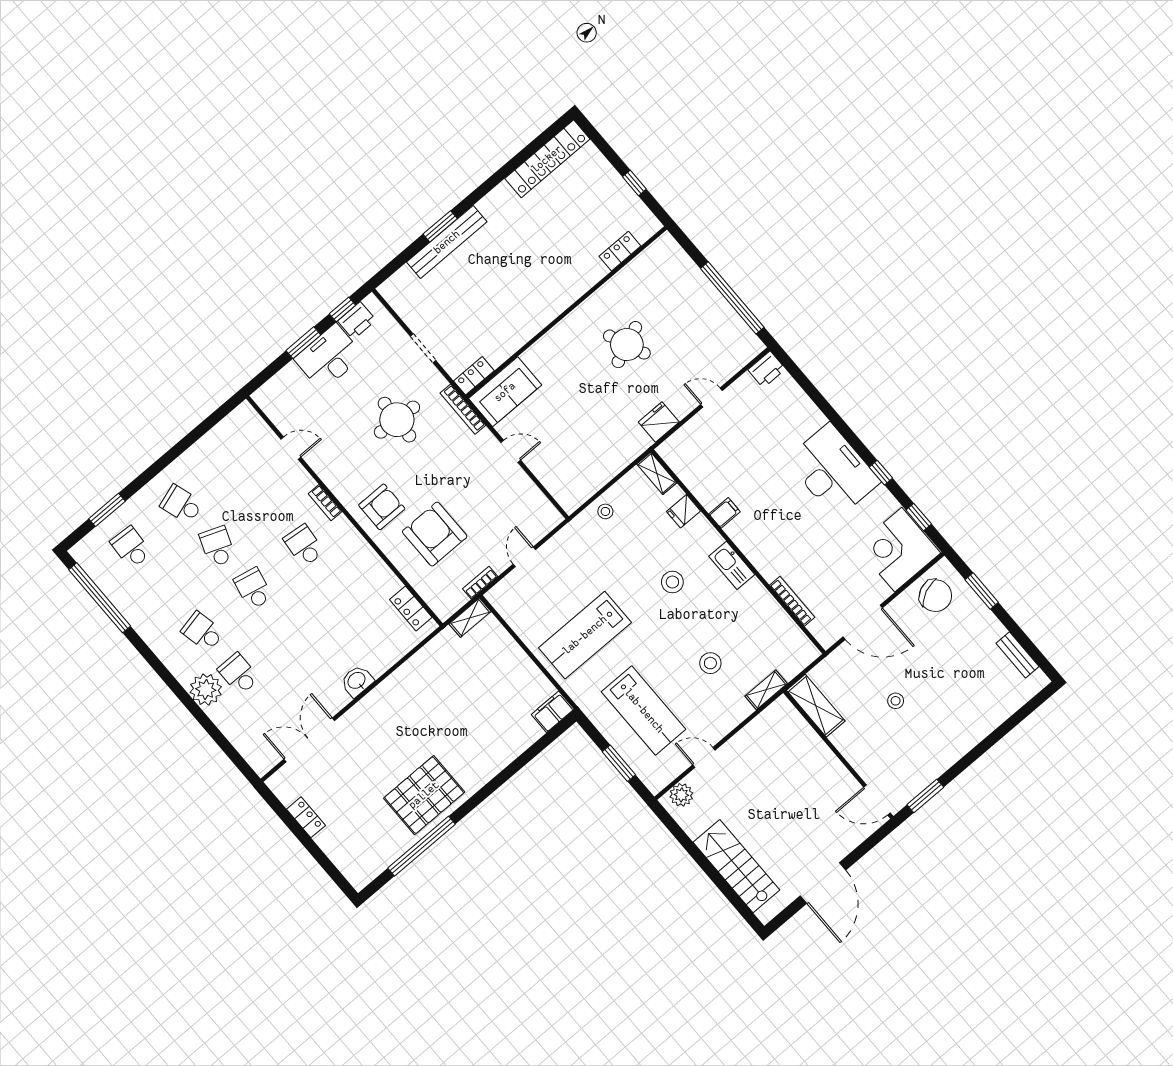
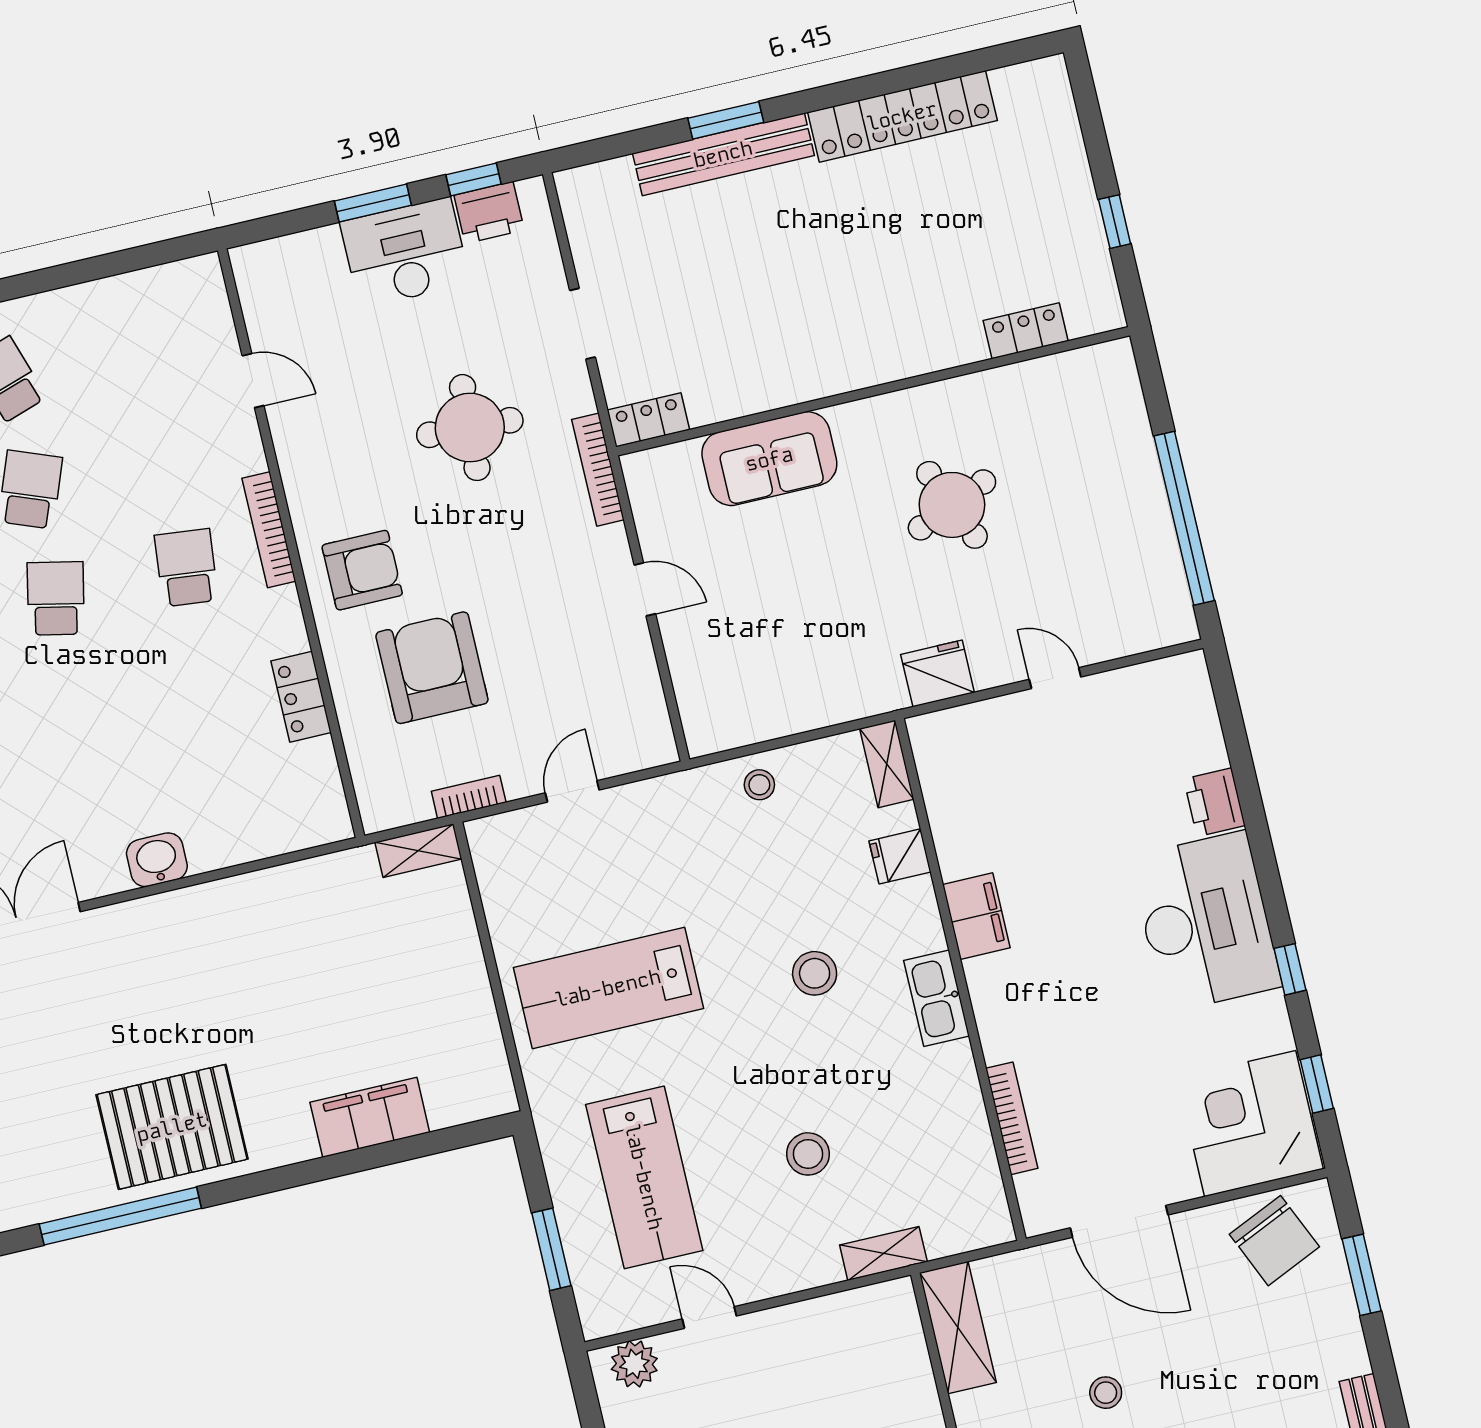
locker: (547, 159) -> (902, 116), moved
printer: (767, 369) -> (1214, 802), moved, turned 90
sofa: (505, 392) -> (769, 459), moved
bookcase: (325, 503) -> (269, 530), width x1.56
filing cabinet: (725, 513) -> (976, 916), width x2.00
locker: (411, 608) -> (301, 697), moved
filing cabinet: (553, 712) -> (370, 1117), moved, width x1.50, depth x1.17

